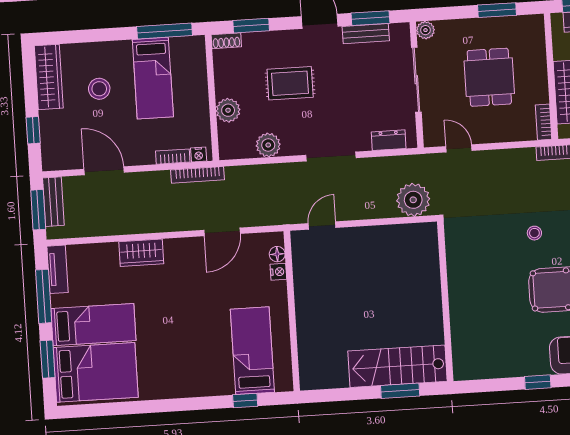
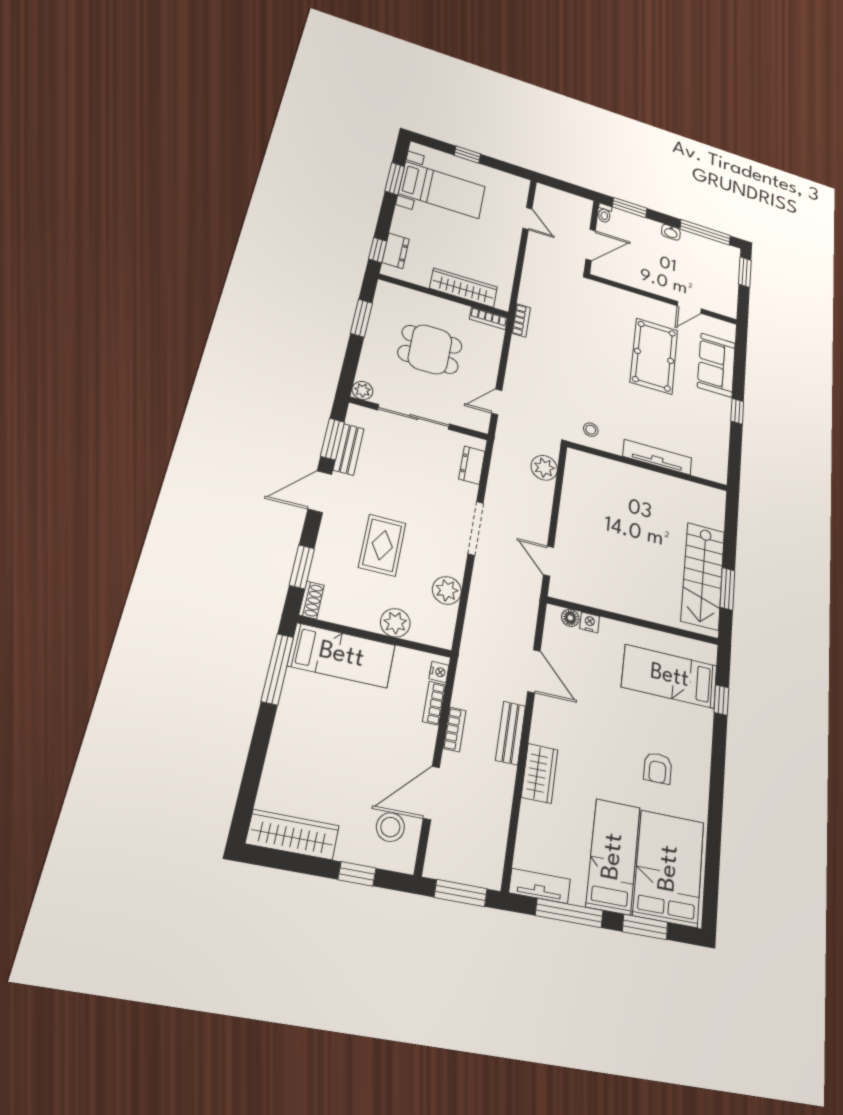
bed: (153, 78) -> (342, 655), moved
stool: (99, 89) -> (390, 827), moved
bookcase: (197, 175) -> (455, 729), moved, width x0.64
plant: (413, 200) -> (544, 468), width x0.73, depth x0.73
bench: (53, 202) -> (511, 733), moved, turned 90
stool: (534, 233) -> (591, 430), moved
tv unit: (458, 309) -> (657, 457), added
armchair: (172, 351) -> (658, 768), added
stairs: (397, 366) -> (703, 576), moved
window: (400, 391) -> (727, 589), moved

